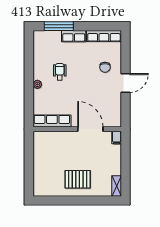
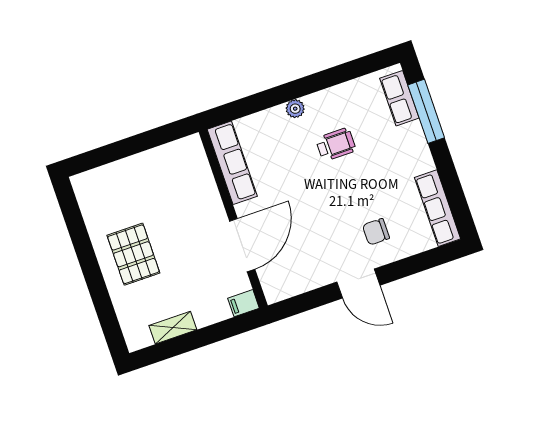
row of seats: (74, 36) -> (399, 98), moved
shelving: (117, 186) -> (173, 328), moved

